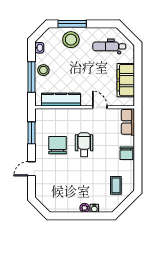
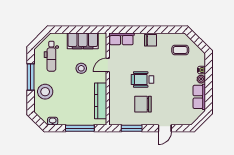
window: (72, 24) -> (31, 77), moved
stool: (43, 70) -> (81, 68), moved
door: (31, 169) -> (165, 128), hinge flipped
row of seats: (65, 206) -> (199, 97), added

